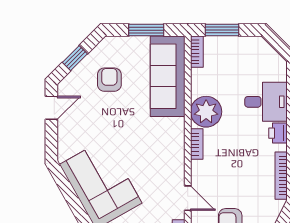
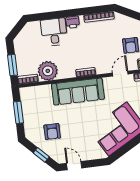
sofa: (168, 76) -> (78, 92), moved
armchair: (109, 80) -> (52, 132), turned -90
plant: (206, 112) -> (48, 71), moved

